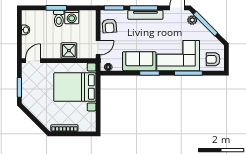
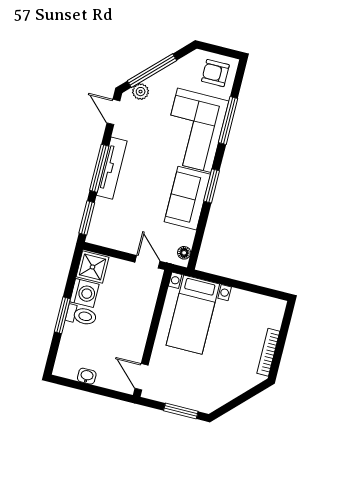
armchair: (109, 26) -> (115, 233), removed
shower: (69, 51) -> (92, 267), moved
armchair: (213, 59) -> (215, 73), turned 90
bed with nightstands: (75, 87) -> (193, 315), width x0.73

